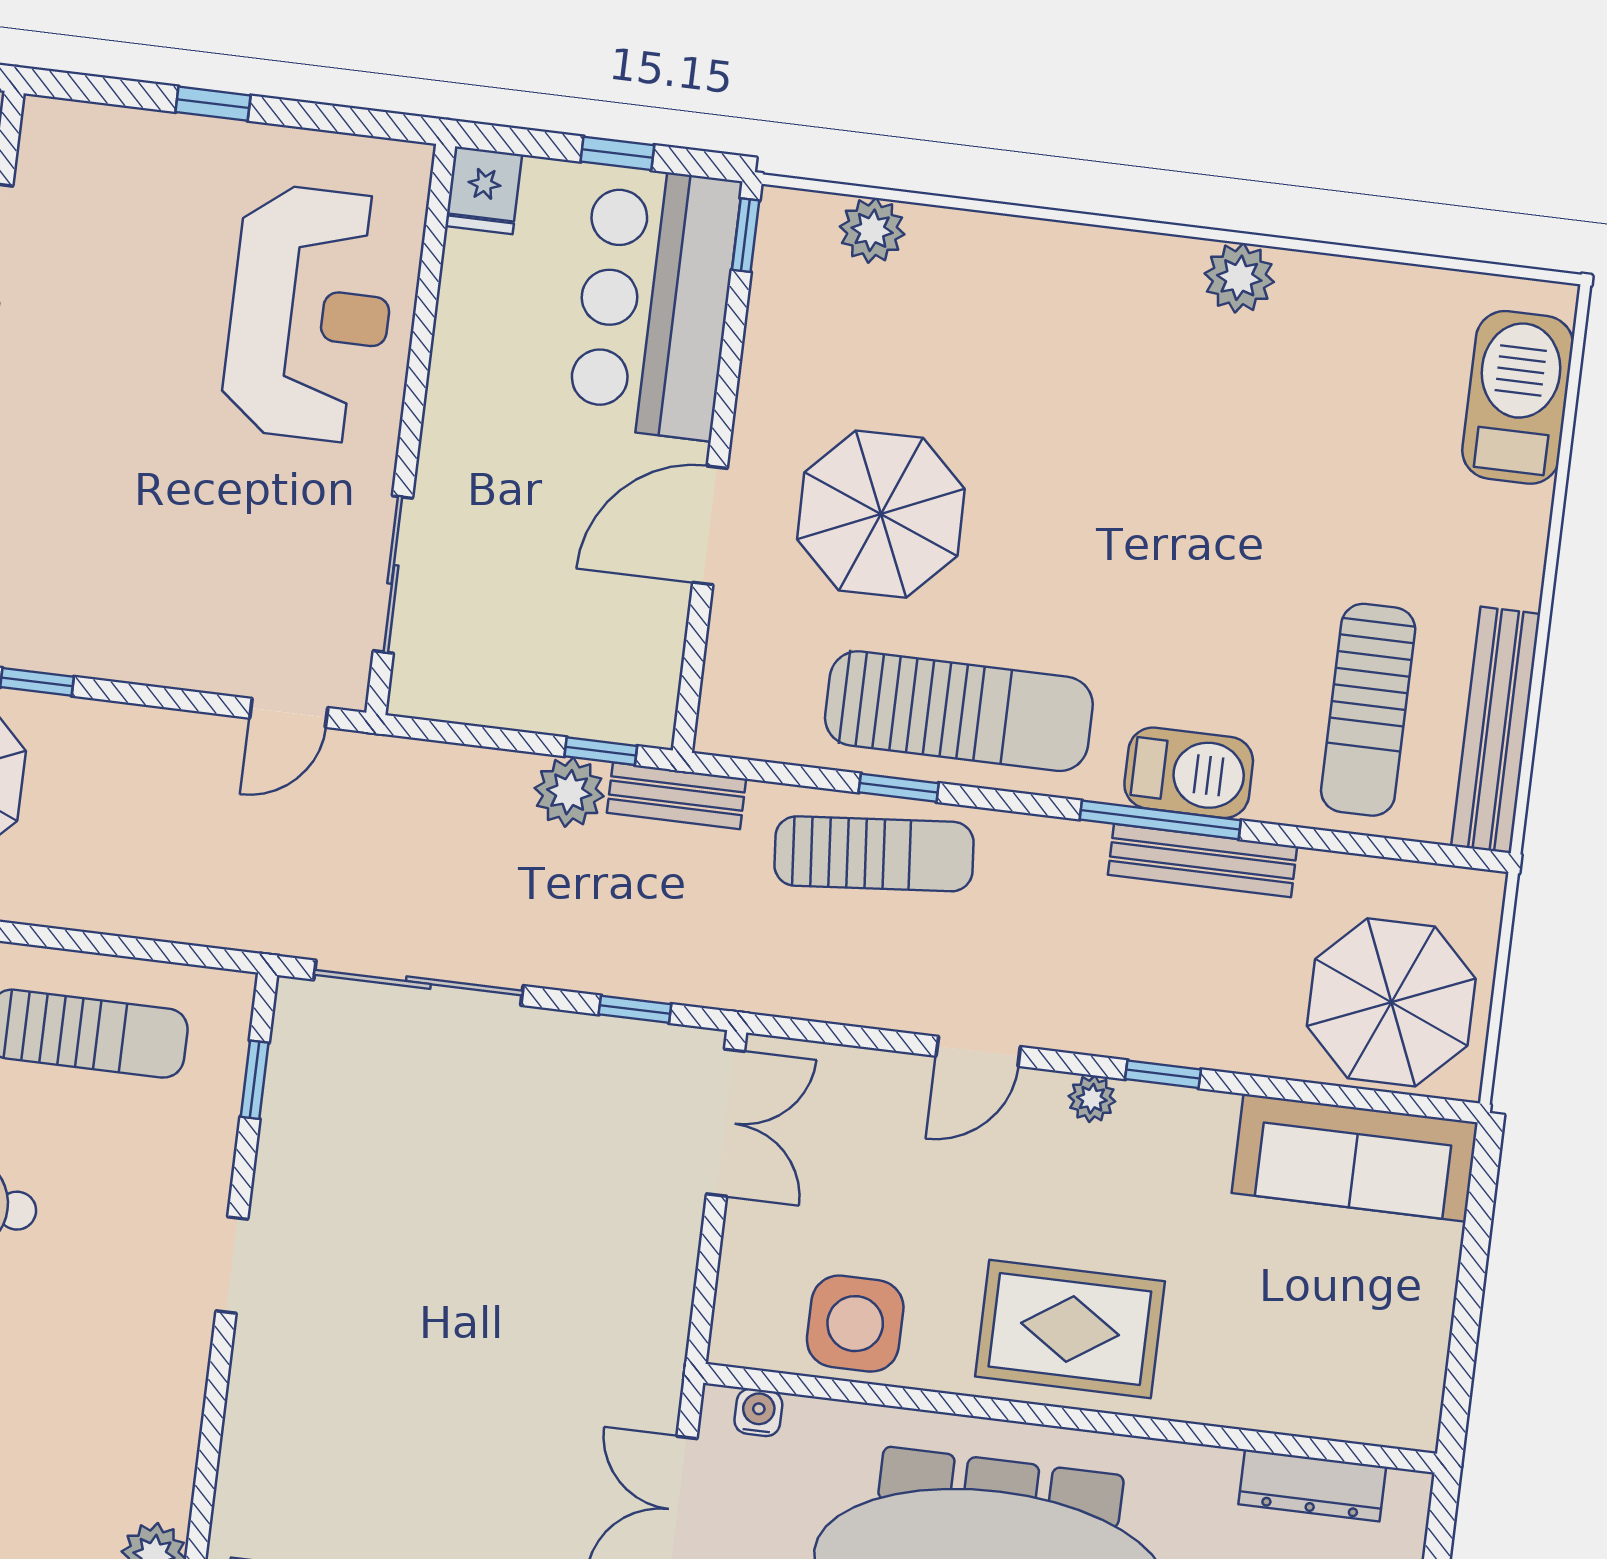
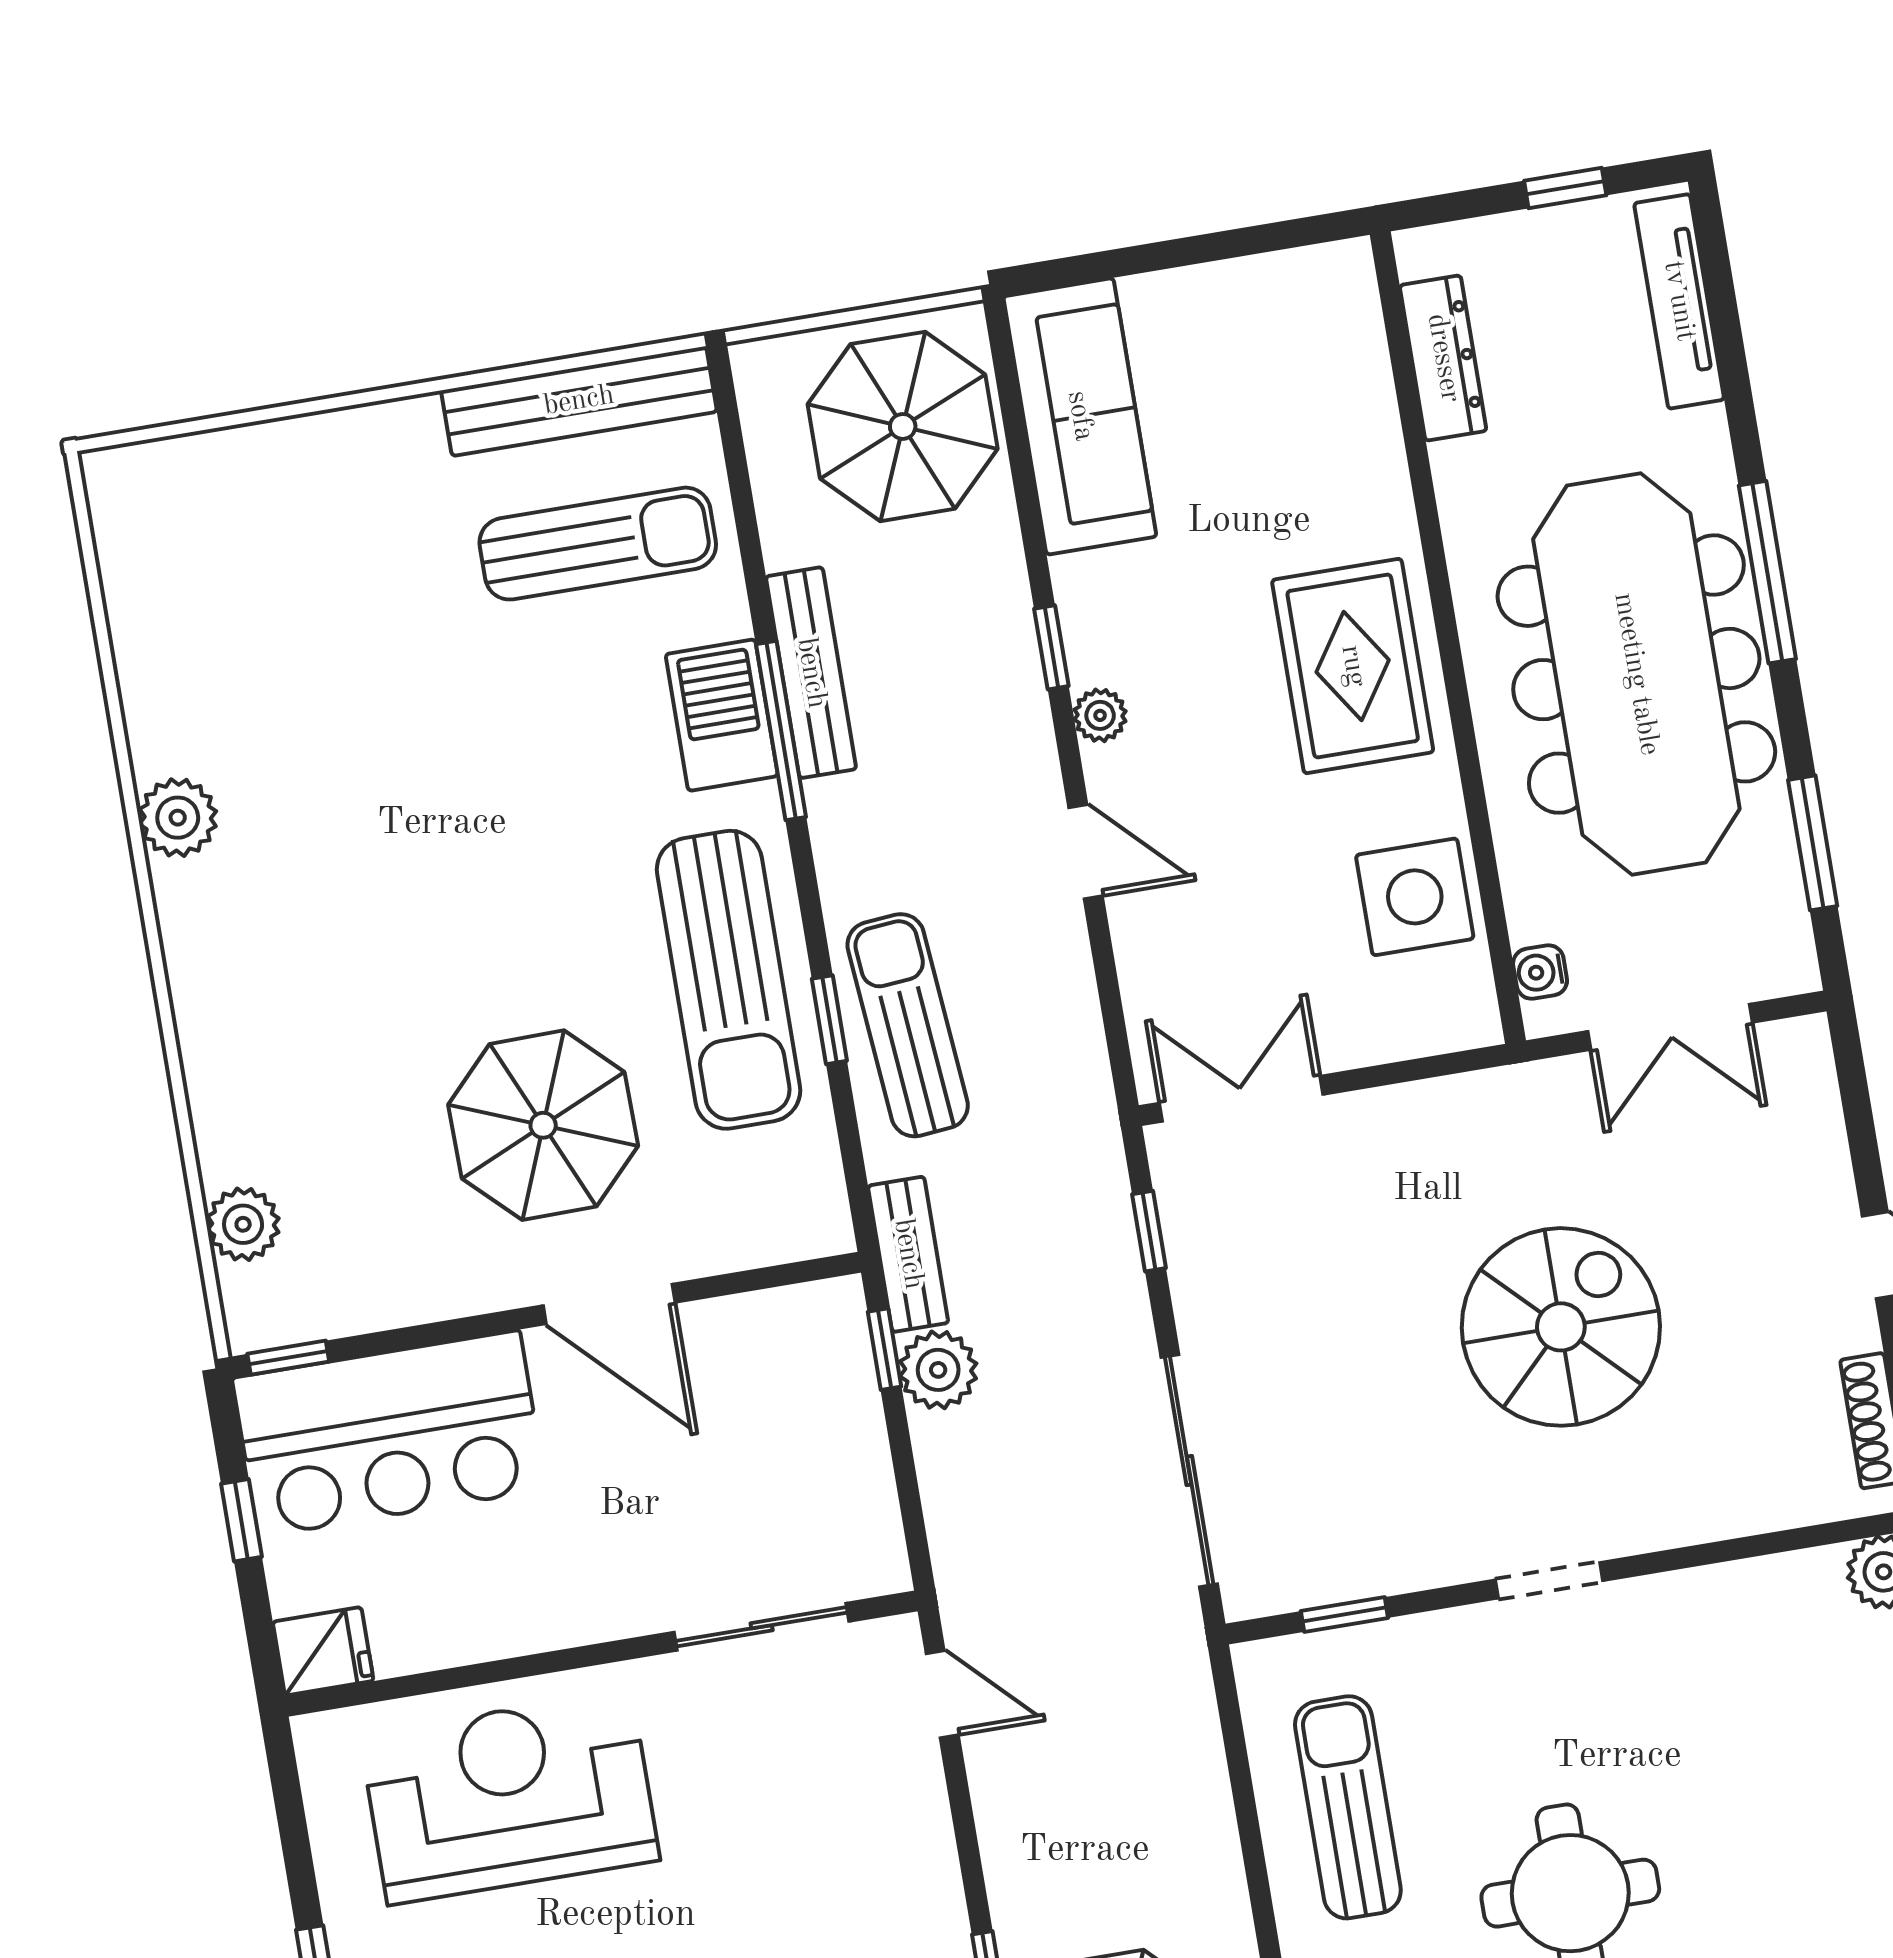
barbecue: (1518, 397) -> (217, 483), removed
sun lounger: (959, 711) -> (729, 980), turned 180
spiral stairs: (447, 1340) -> (1561, 1327), added

